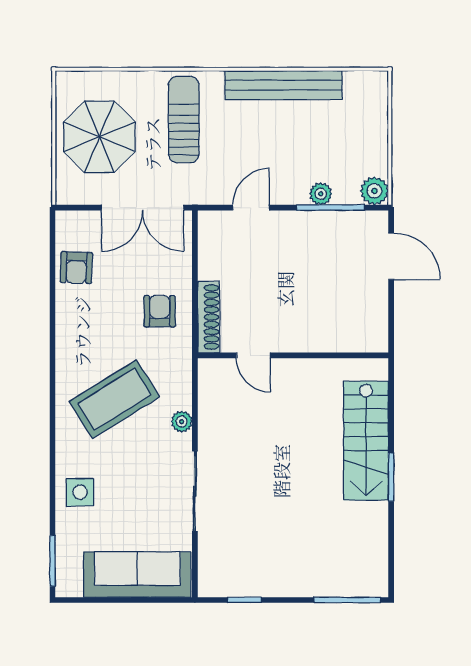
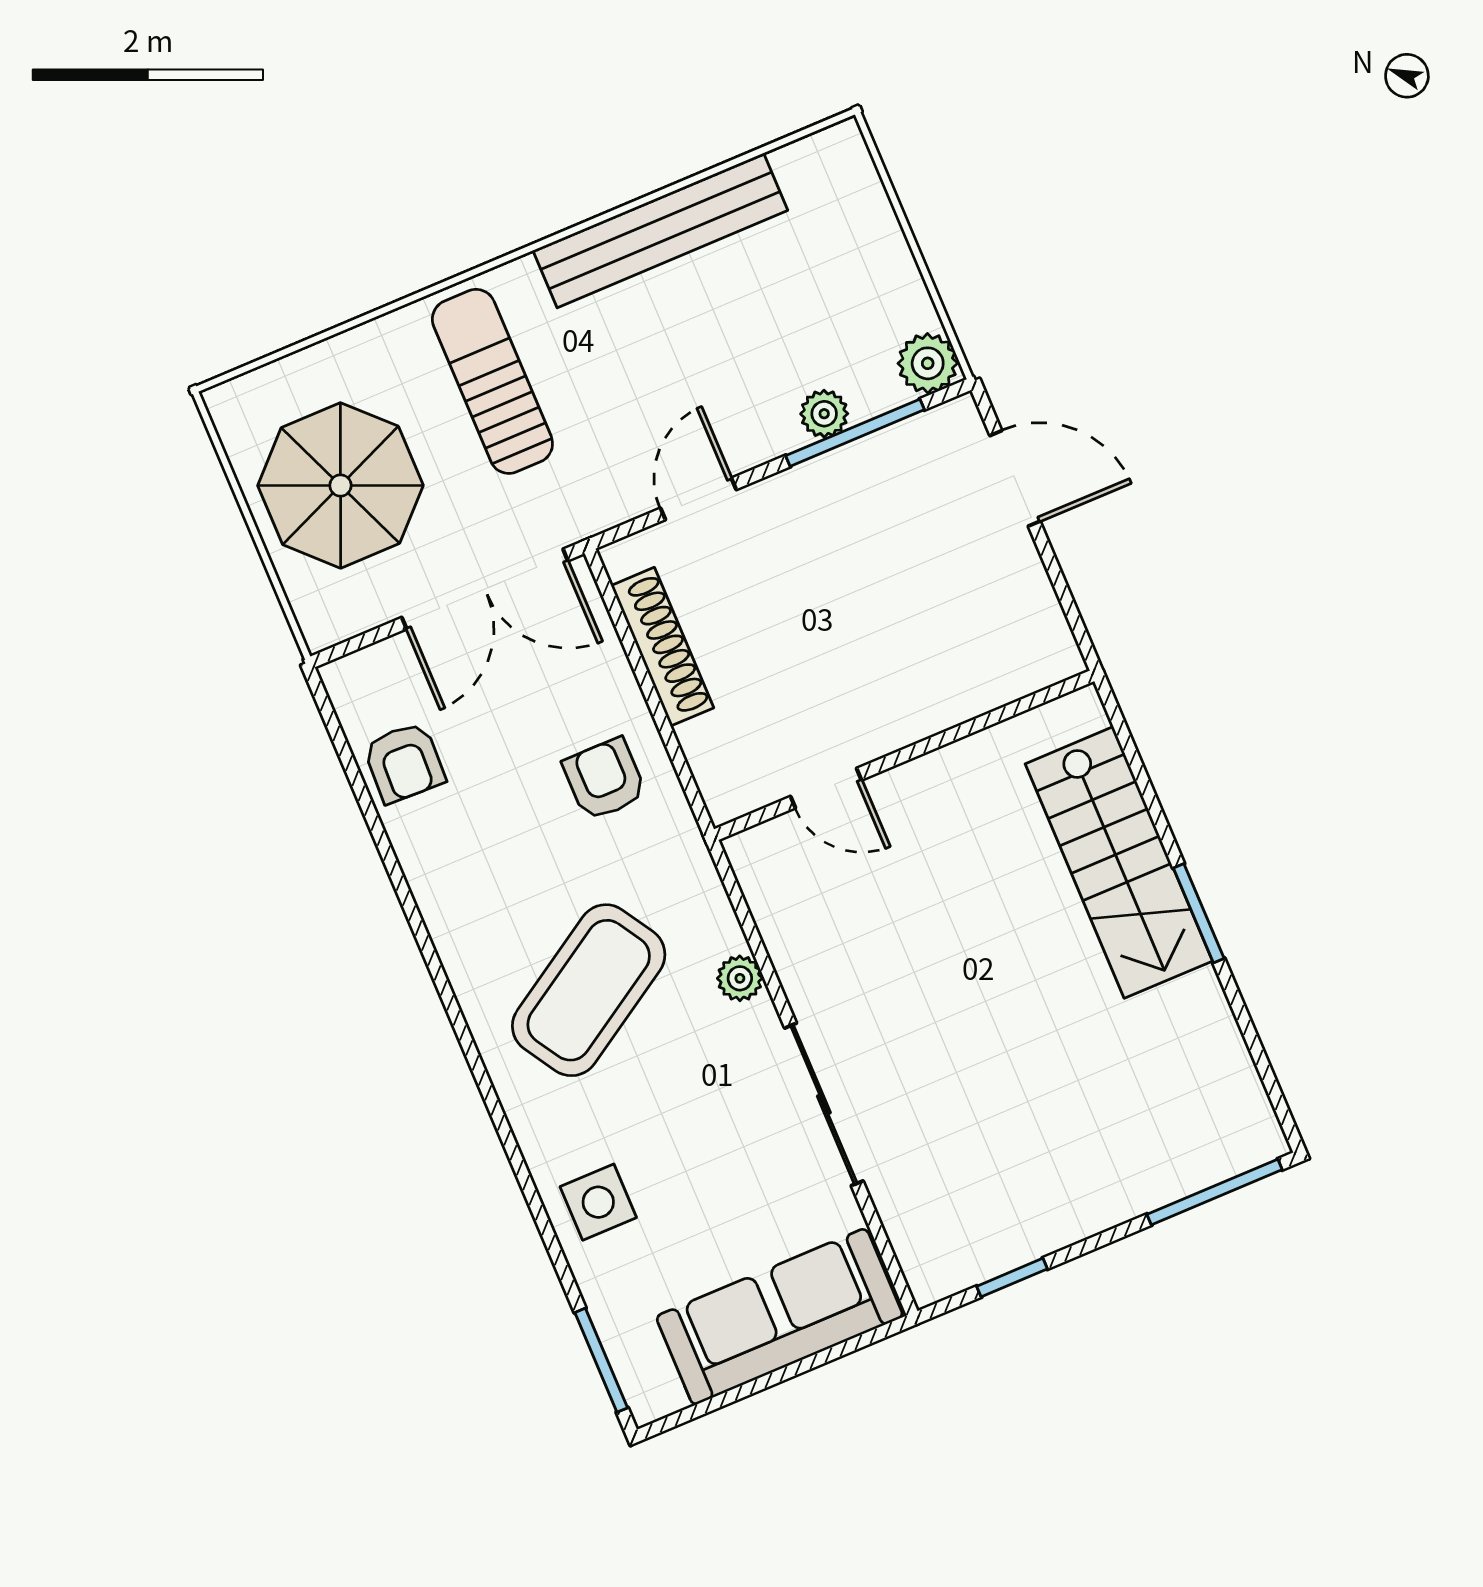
shoe rack: (209, 317) -> (662, 647), moved

